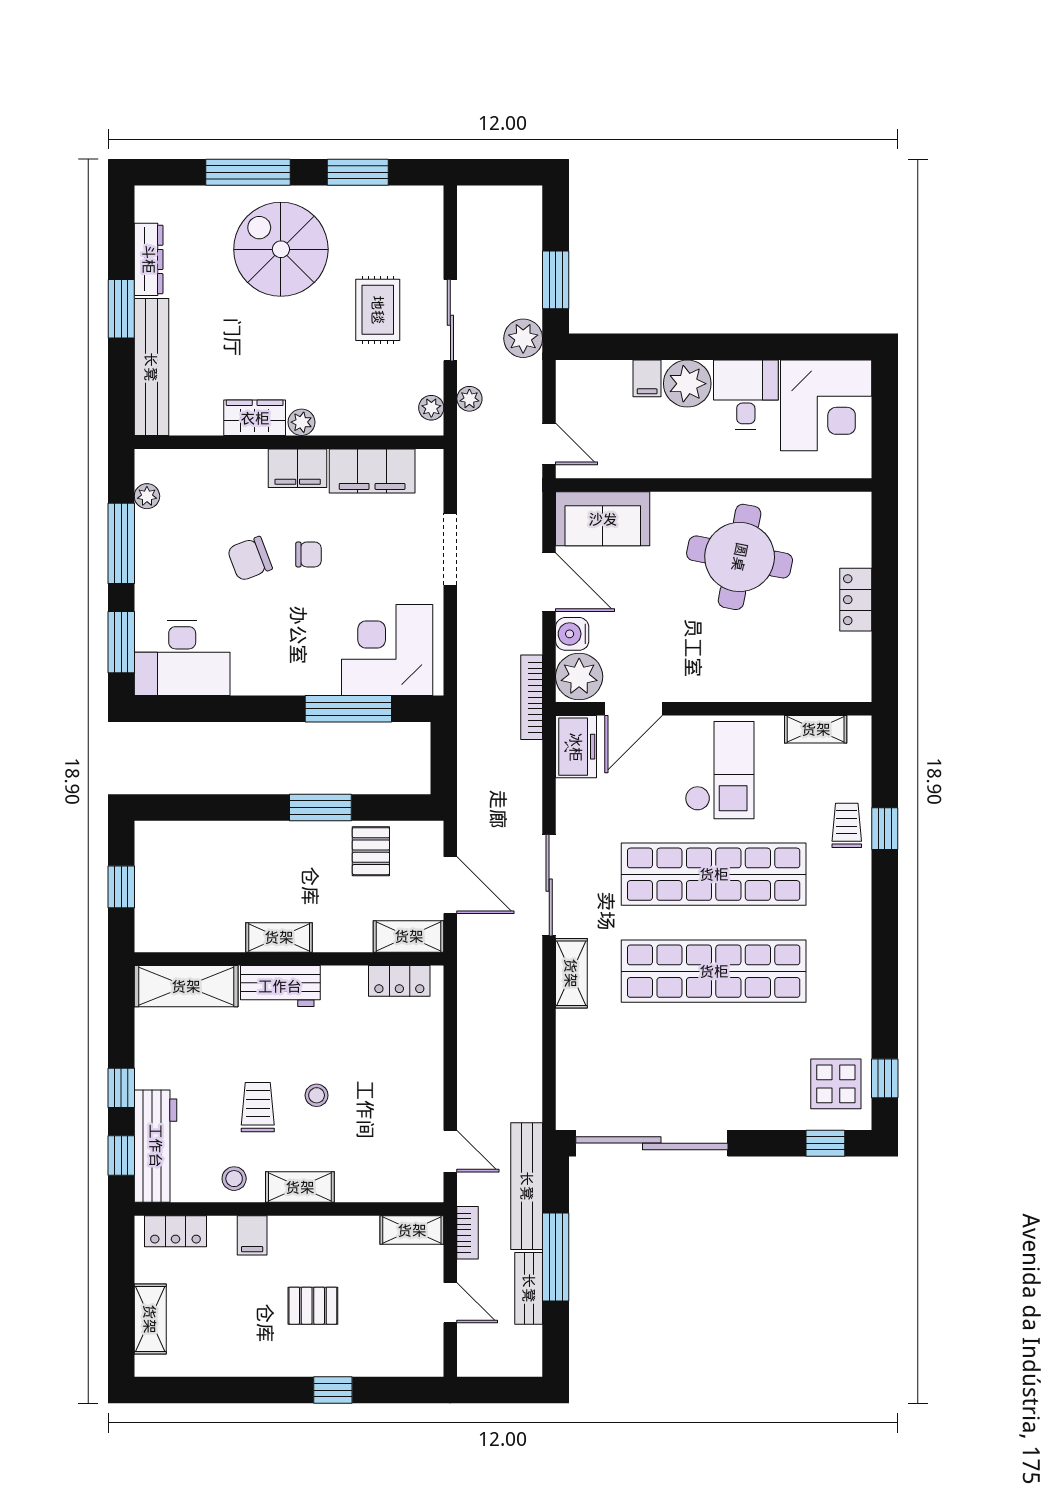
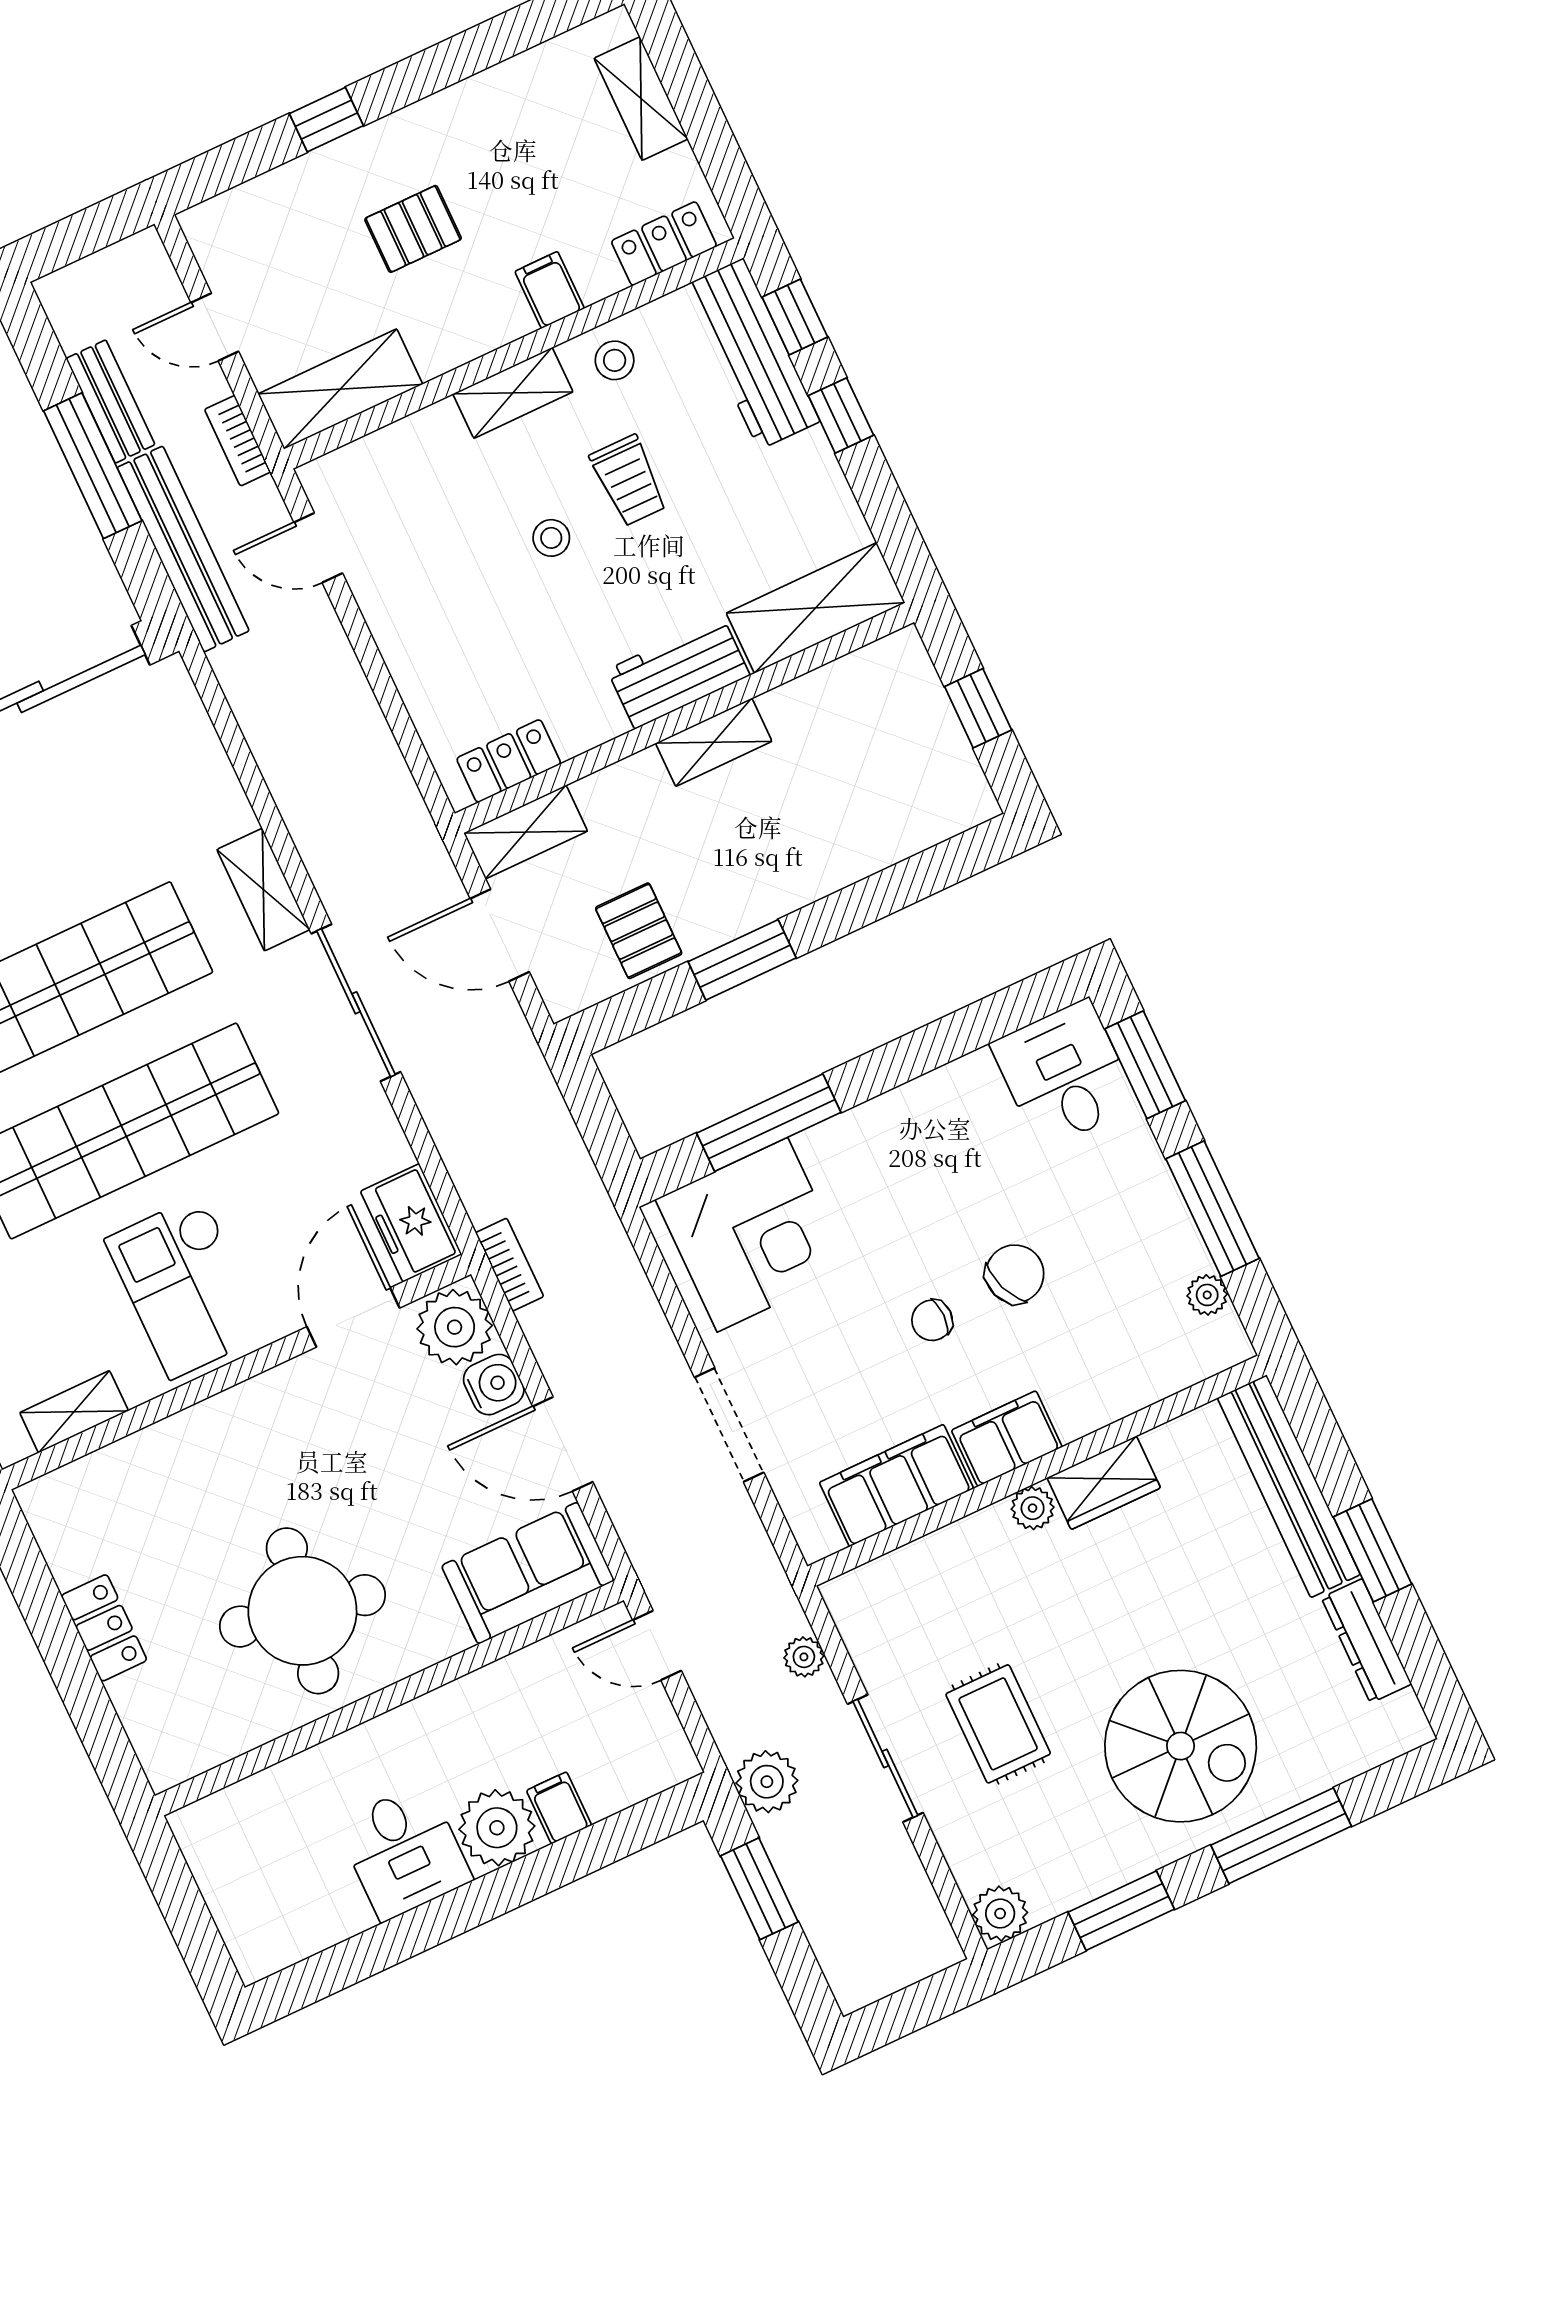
corner desk: (826, 405) -> (280, 1891), removed
plant: (431, 408) -> (1000, 1914), moved, width x1.38, depth x1.38
desk: (182, 658) -> (1064, 1074), width x0.73
bookcase: (532, 697) -> (510, 1265), width x0.64
shelving: (412, 1230) -> (340, 389), width x1.50, depth x1.33

